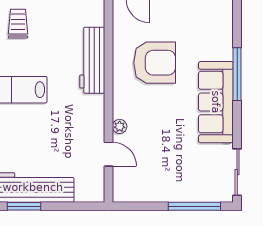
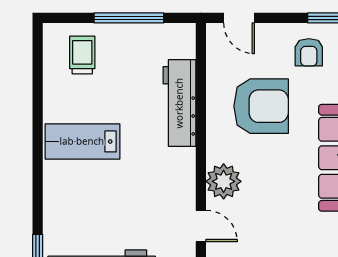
armchair: (191, 22) -> (309, 52), added
plant: (120, 126) -> (224, 181), width x1.87, depth x1.87

